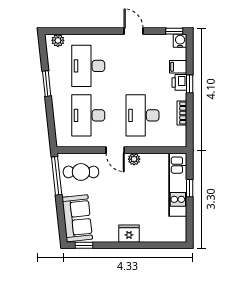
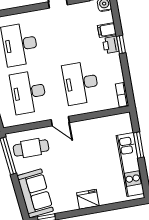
bookcase: (182, 113) -> (122, 95), moved
plant: (134, 159) -> (80, 127), removed
kitchen unit: (178, 185) -> (130, 164), moved
window: (190, 188) -> (139, 145), width x1.50

